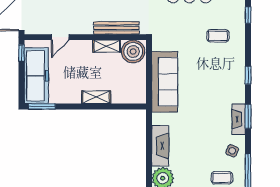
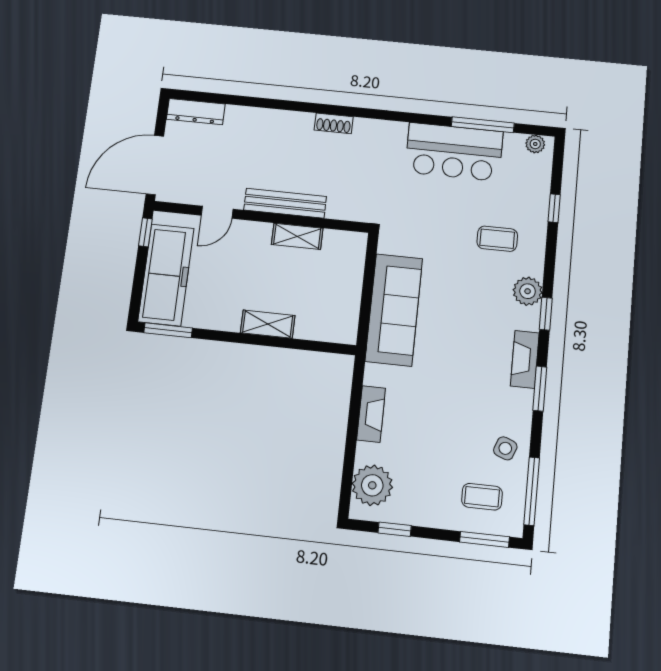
bench: (116, 28) -> (285, 203), moved
boiler: (133, 52) -> (343, 251), removed
plant: (237, 64) -> (528, 291), added
fireplace: (239, 119) -> (525, 359), moved
fireplace: (160, 146) -> (371, 414), width x0.73, depth x0.76

